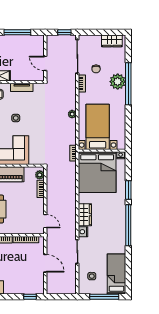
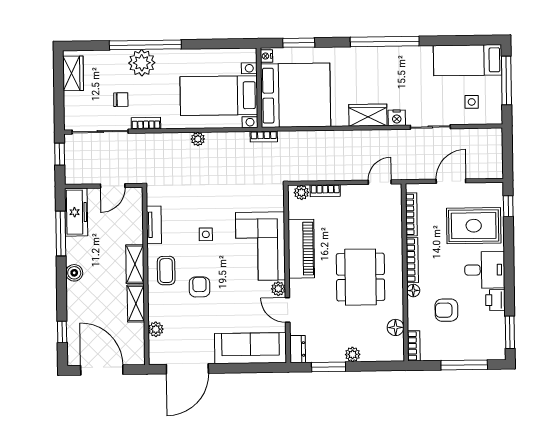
freezer: (30, 42) -> (76, 212), added
window: (128, 190) -> (299, 43), moved
rug: (19, 276) -> (474, 226), added

